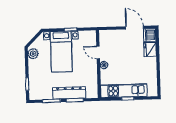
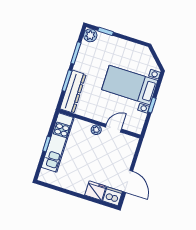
door: (134, 28) -> (128, 181), hinge flipped
plant: (33, 54) -> (90, 35), moved
dresser: (69, 93) -> (73, 92), moved

